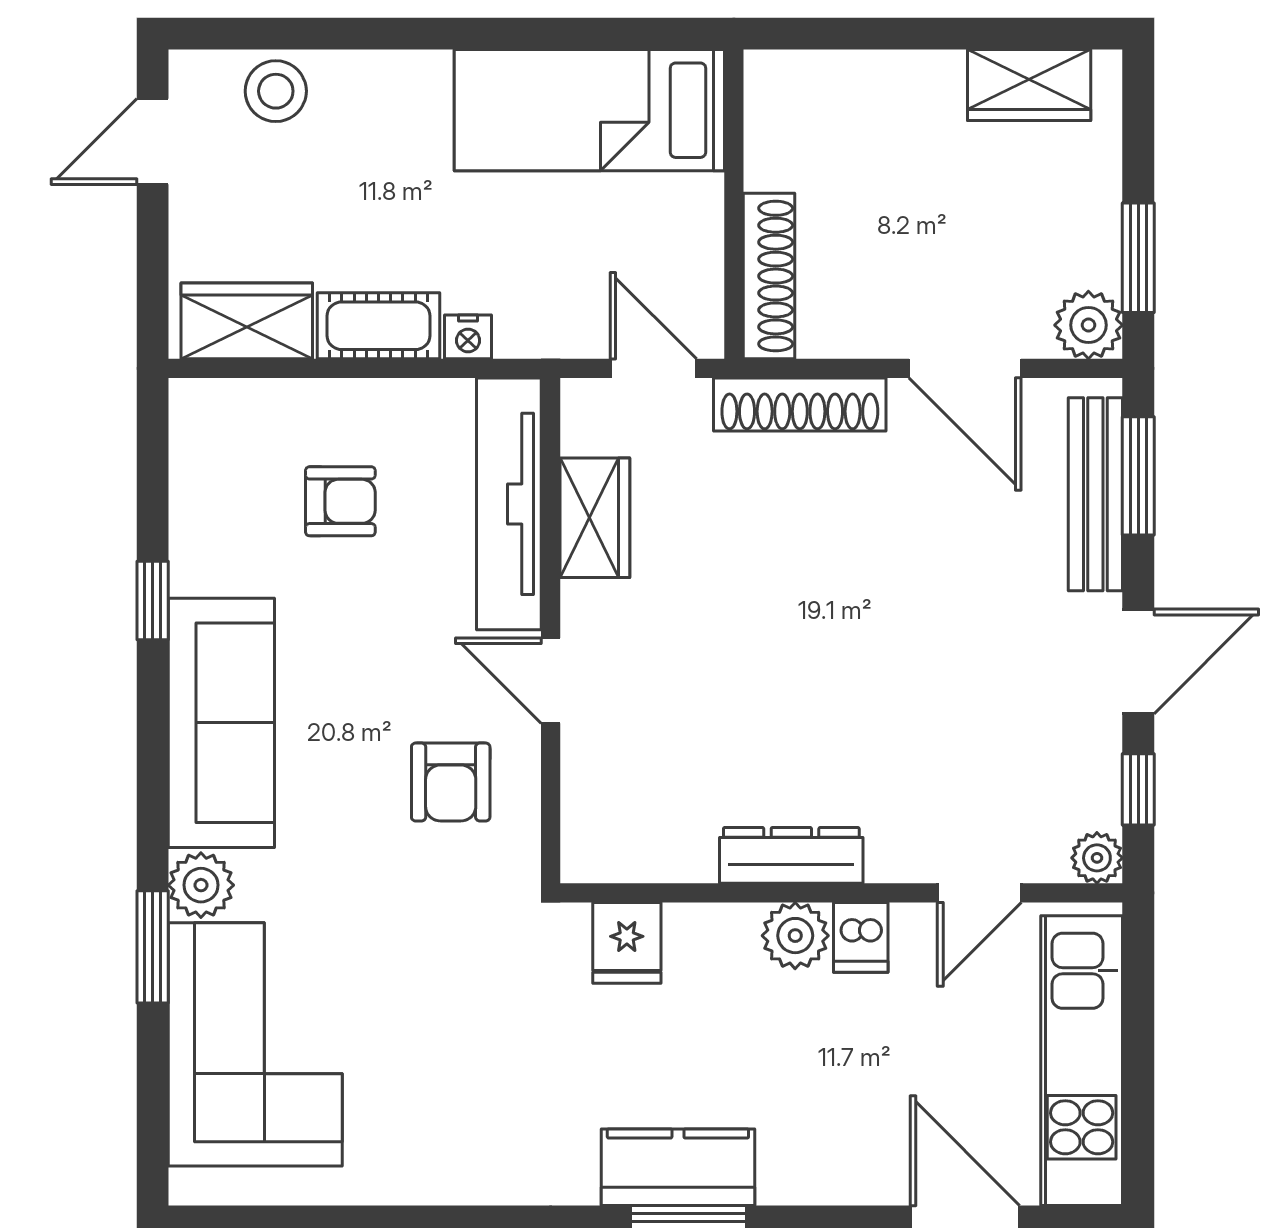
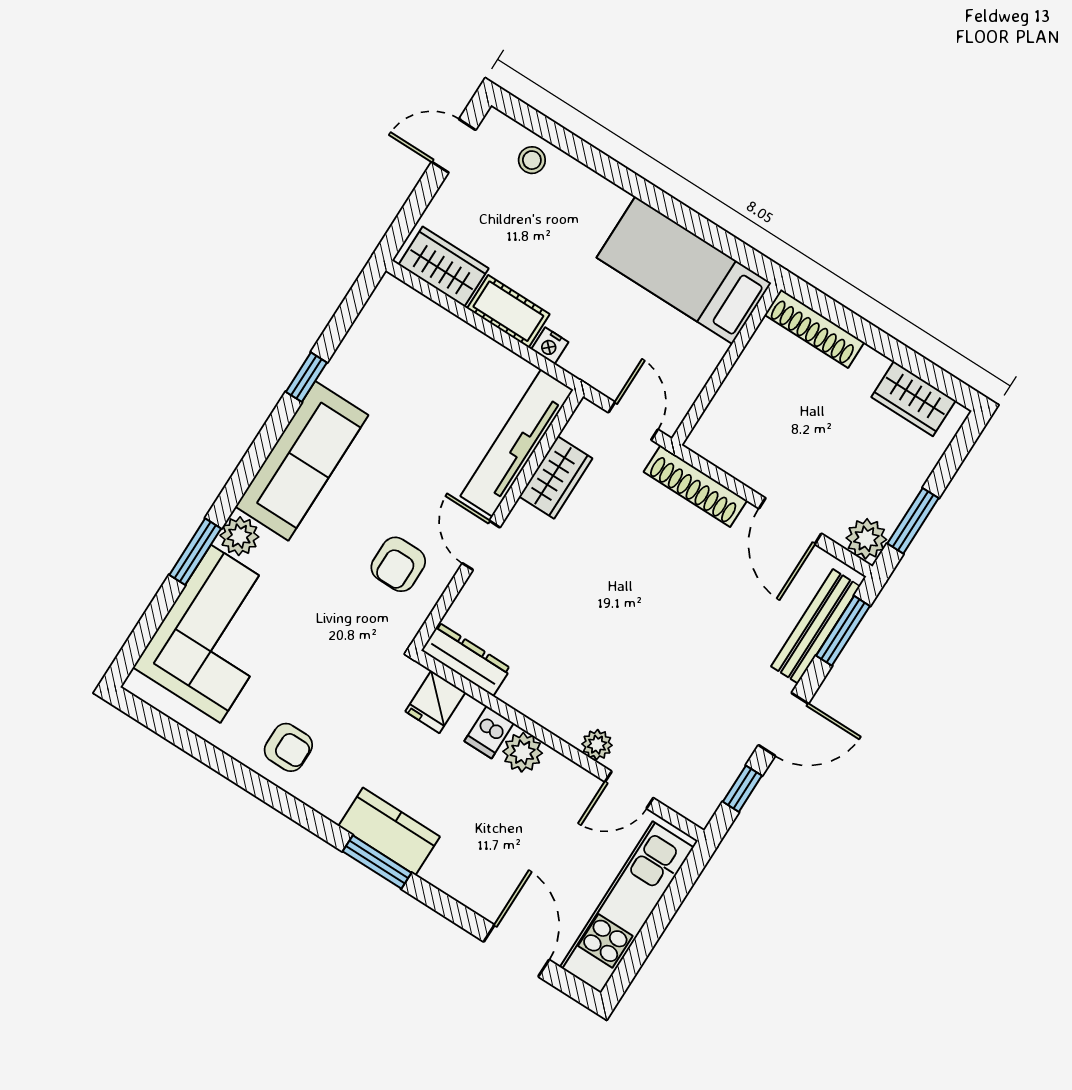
stool: (276, 91) -> (532, 160), width x0.73, depth x0.73
shoe rack: (769, 276) -> (814, 329), moved, turned 90
armchair: (340, 501) -> (288, 747), moved
dresser: (791, 855) -> (466, 659), moved
plant: (1097, 858) -> (597, 745), moved
dishwasher: (861, 937) -> (489, 732), moved

